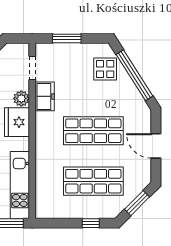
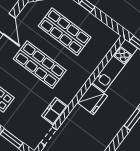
plant: (21, 98) -> (71, 122), removed
fridge: (17, 122) -> (92, 99), moved

